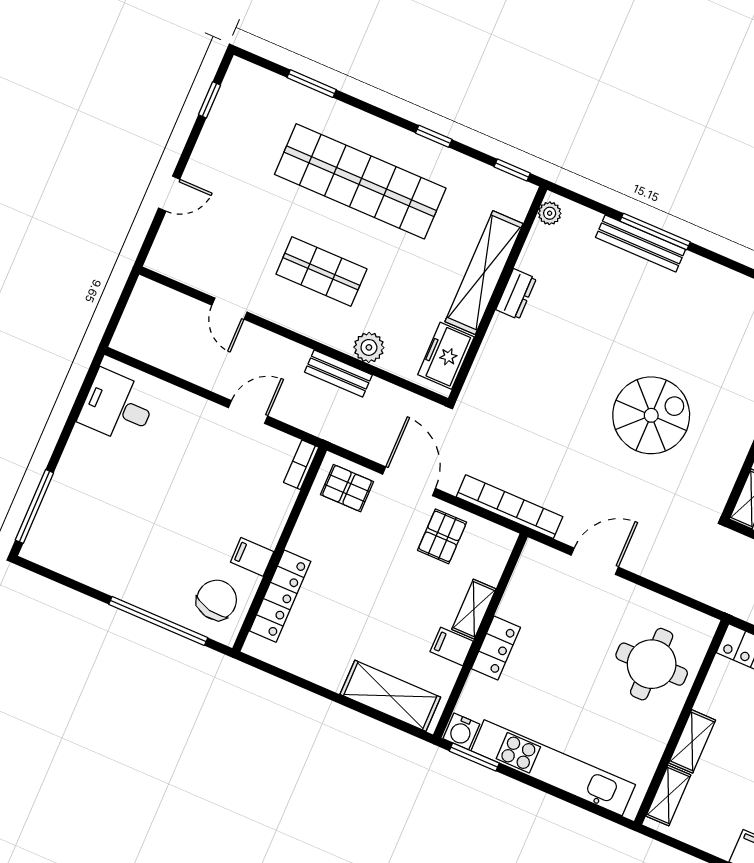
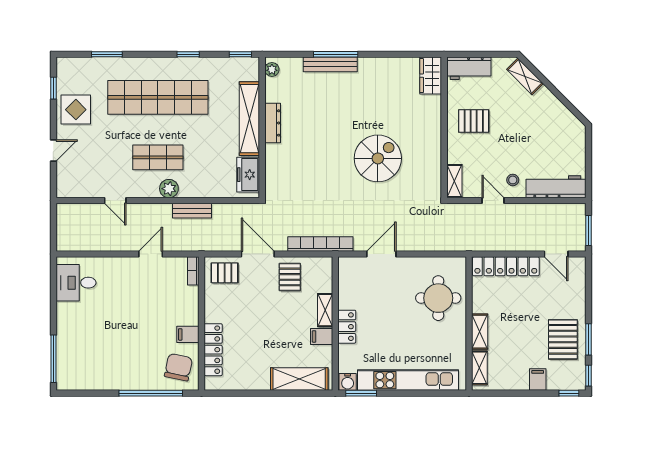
display table: (229, 146) -> (76, 110), added
dresser: (516, 294) -> (273, 123), width x1.44
plant: (369, 347) -> (169, 189), moved

